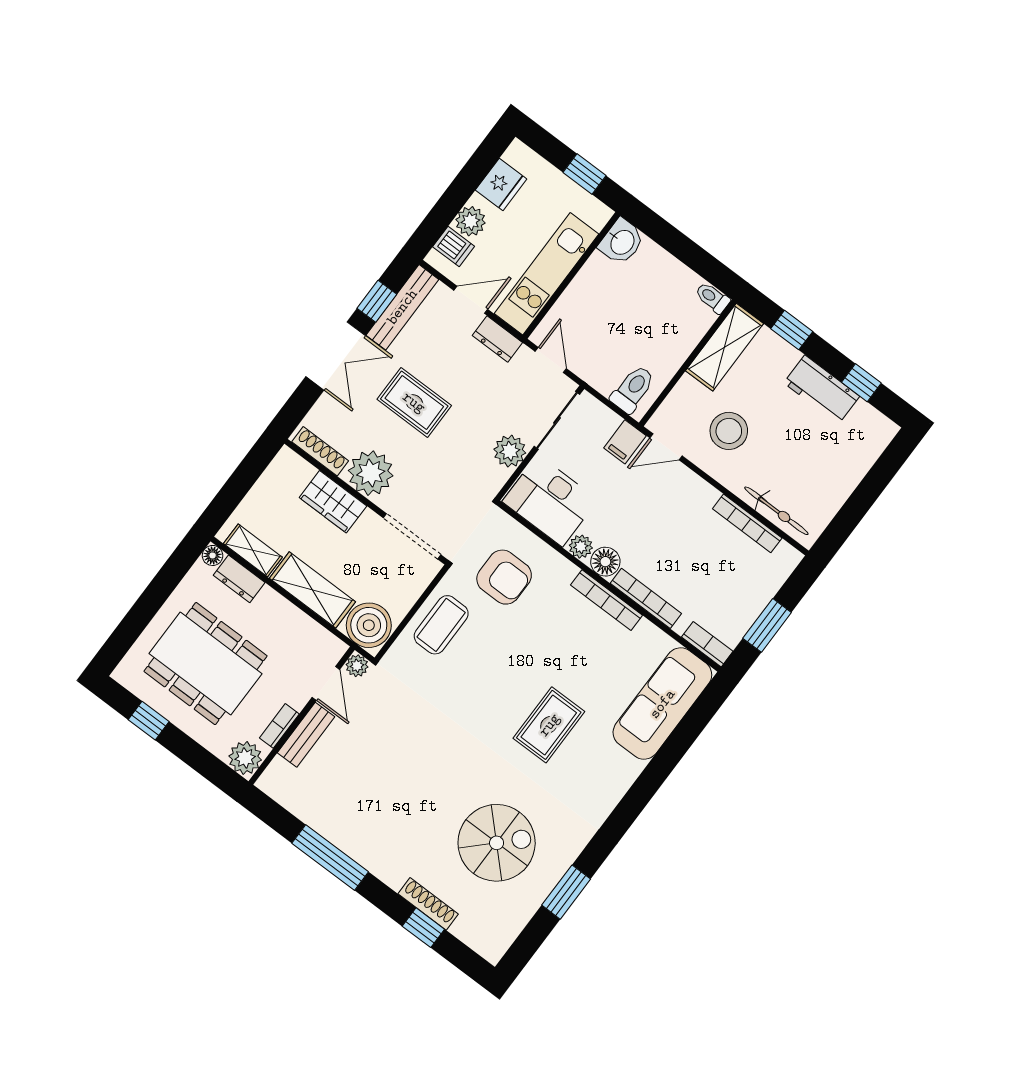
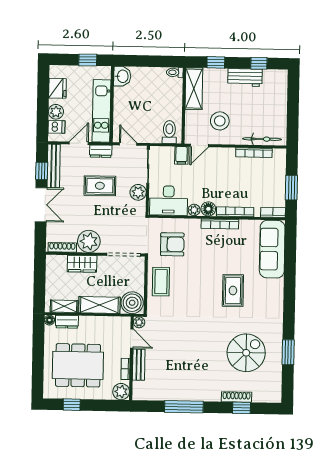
rug: (414, 402) -> (100, 186), moved

